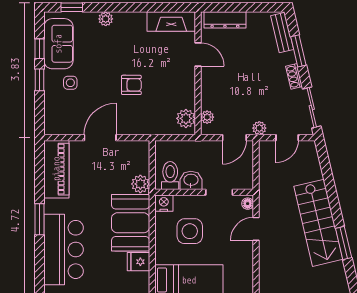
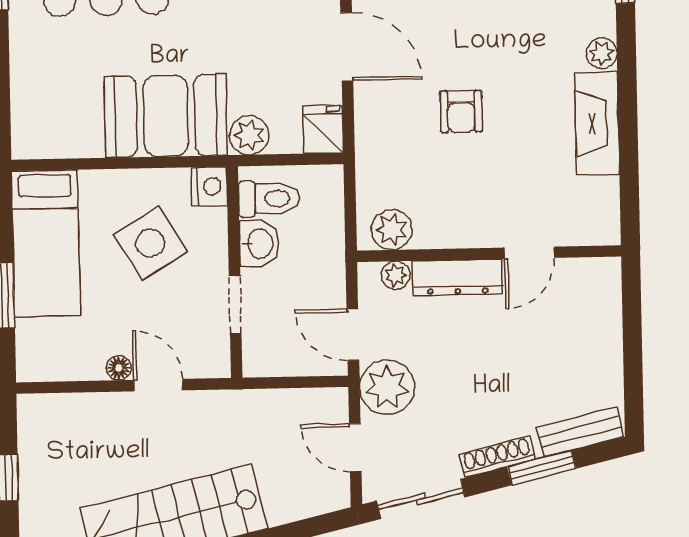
dresser: (225, 20) -> (458, 277), moved, turned -90
fireplace: (171, 22) -> (597, 123), moved
shoe rack: (294, 76) -> (497, 457), width x1.43
plant: (259, 128) -> (387, 387), width x1.88, depth x1.88
floor lamp: (248, 204) -> (119, 368), moved
side table: (190, 231) -> (150, 243), turned -31
fridge: (138, 262) -> (323, 130), moved

